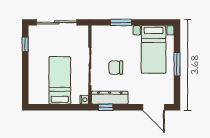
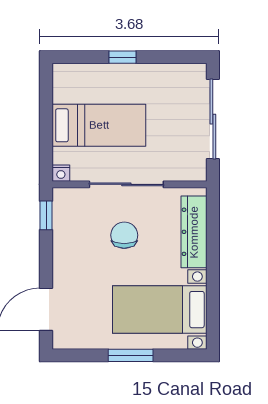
window: (121, 22) -> (213, 246), removed
window: (25, 44) -> (122, 57), moved
dresser: (110, 98) -> (194, 232), moved, turned 180

